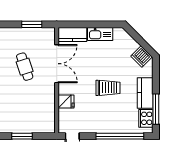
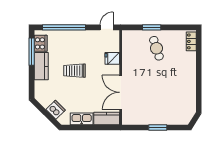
window: (32, 24) -> (158, 128), moved
dishwasher: (141, 57) -> (56, 110), moved
cafe table: (25, 67) -> (156, 48), moved

